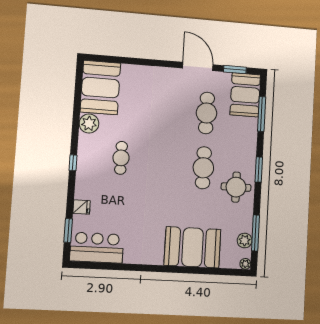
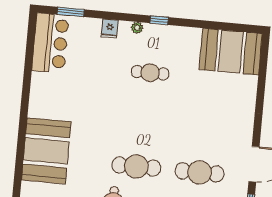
plant: (89, 124) -> (137, 28), moved, width x0.53, depth x0.53
window: (73, 163) -> (159, 20), moved
fridge: (82, 207) -> (110, 29), moved

